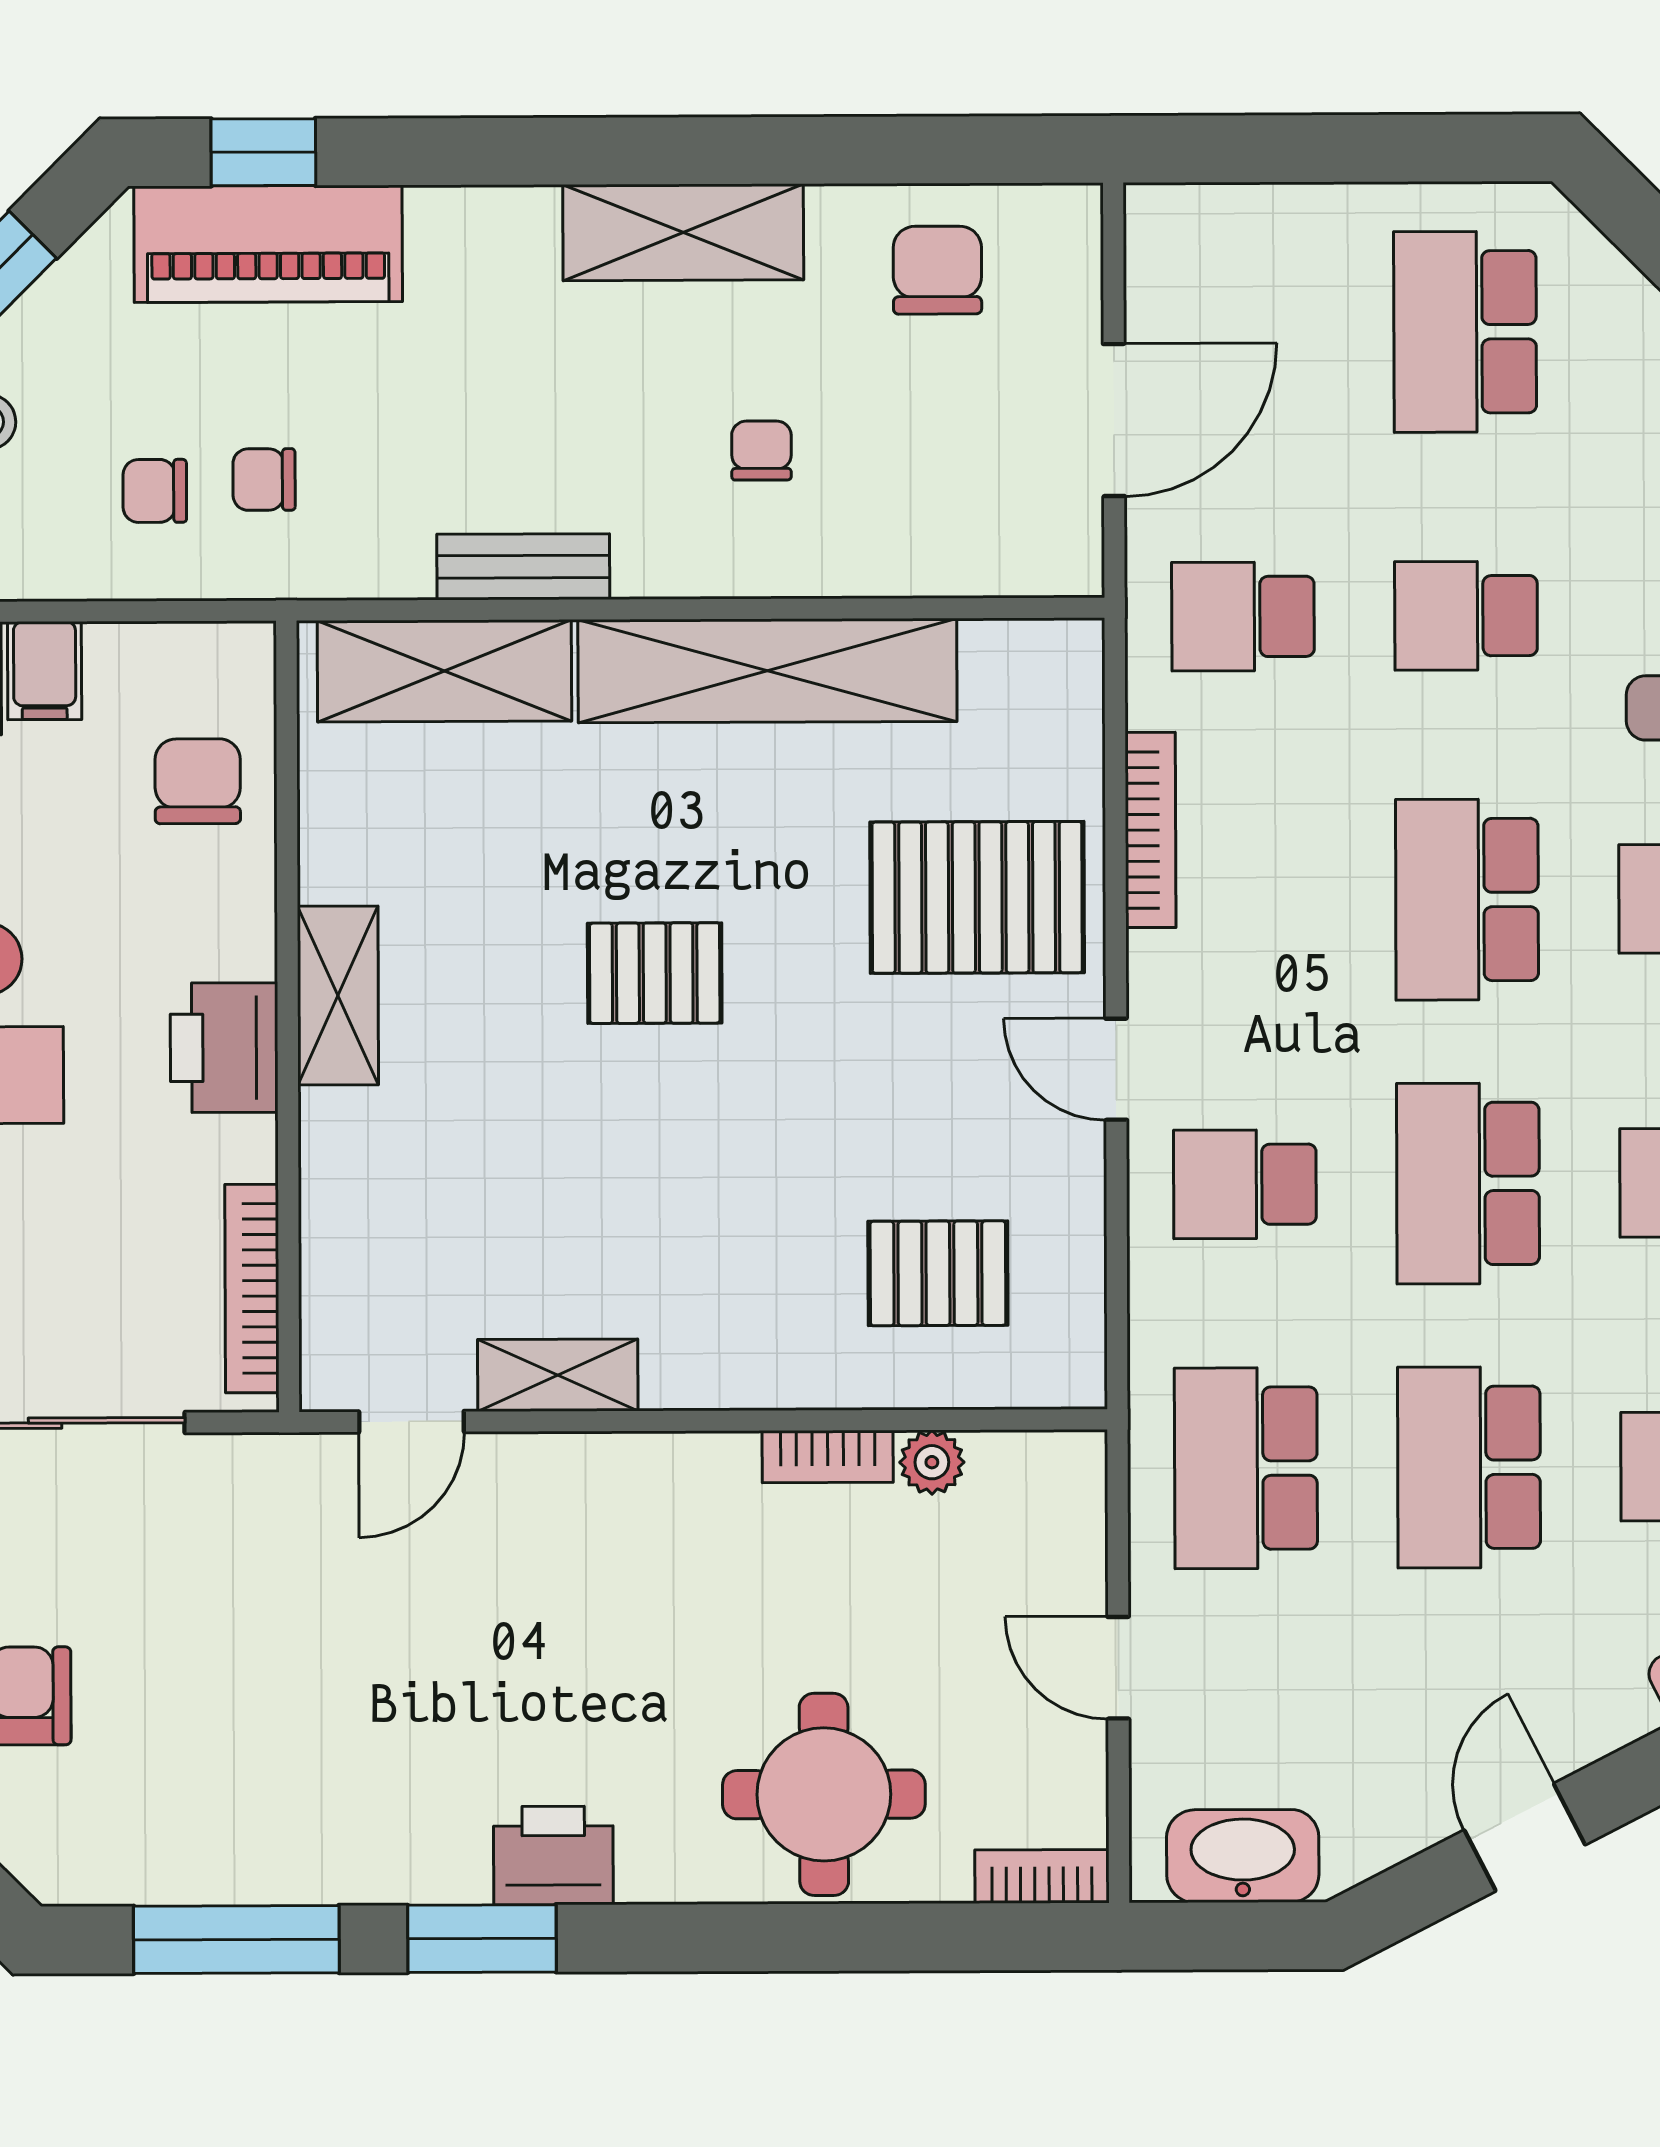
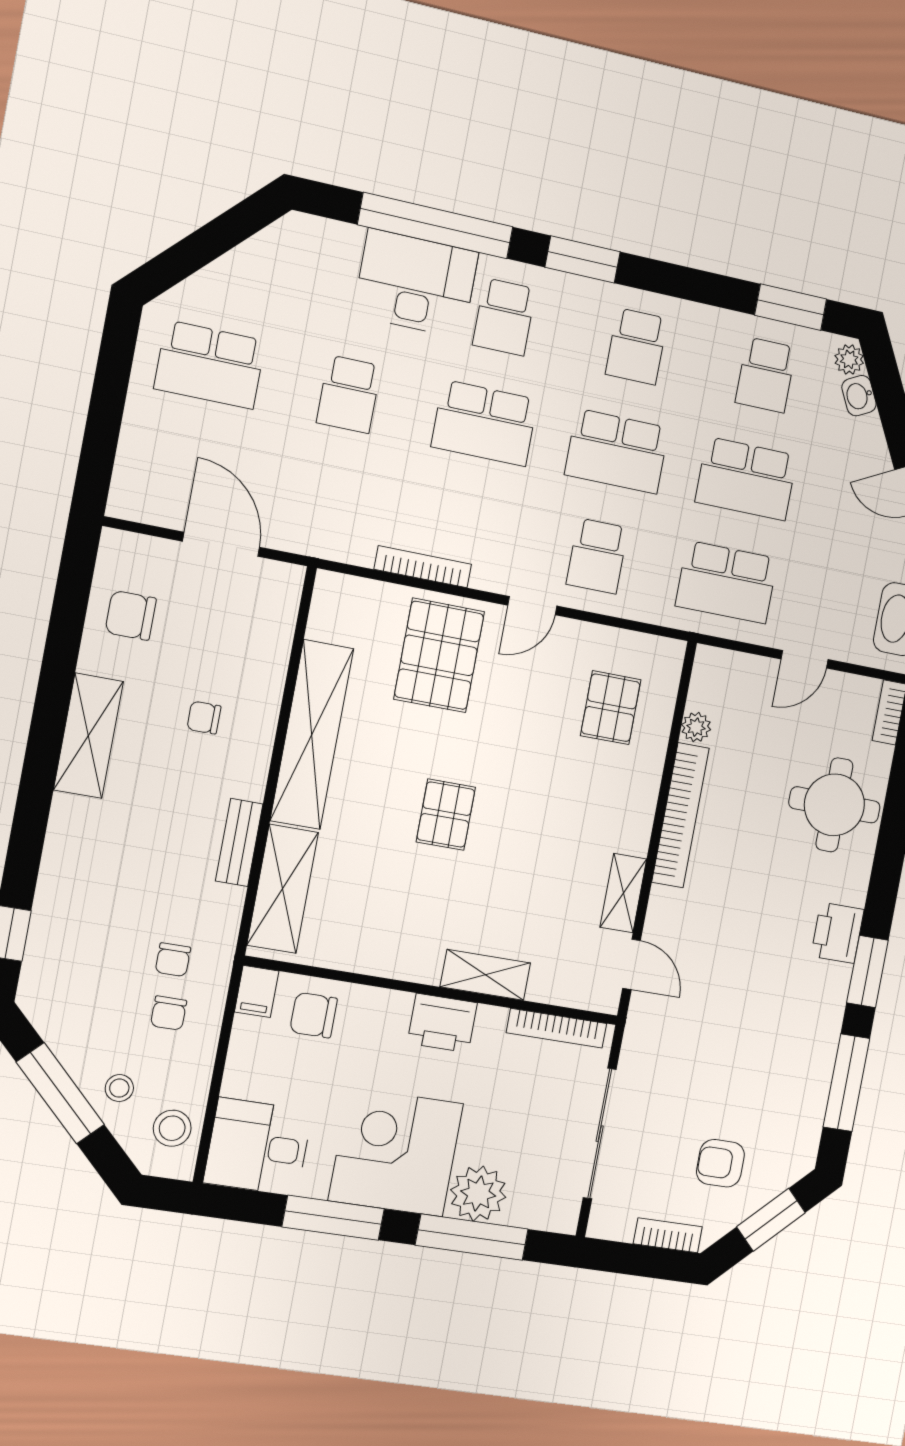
piano: (268, 244) -> (56, 939), removed
school desk: (1243, 617) -> (329, 502), removed
filing cabinet: (45, 671) -> (257, 991), moved, turned 90
shelving: (338, 995) -> (485, 975), moved
bookcase: (828, 1457) -> (680, 815), width x2.31, depth x1.31

